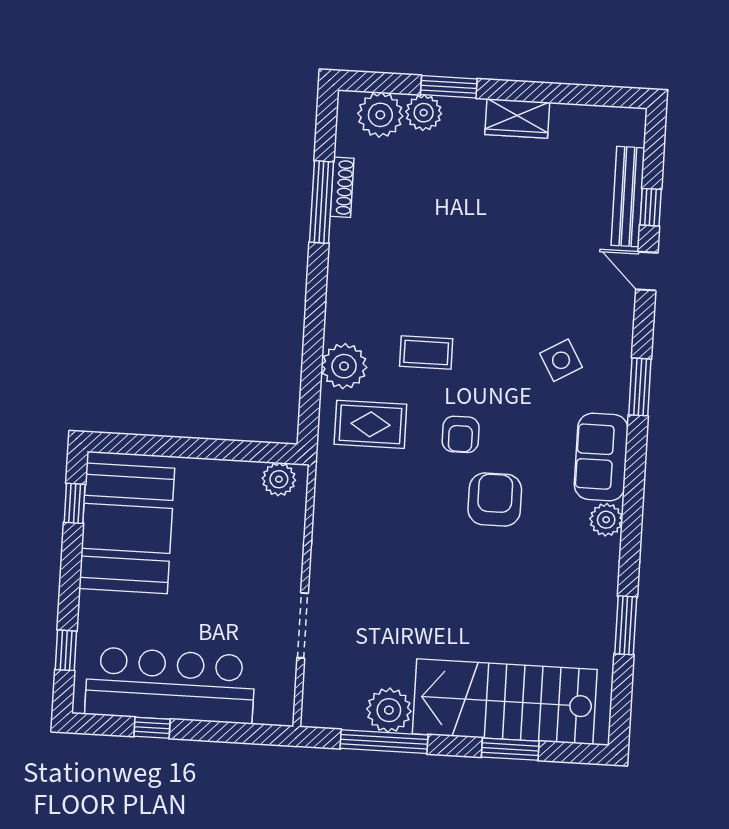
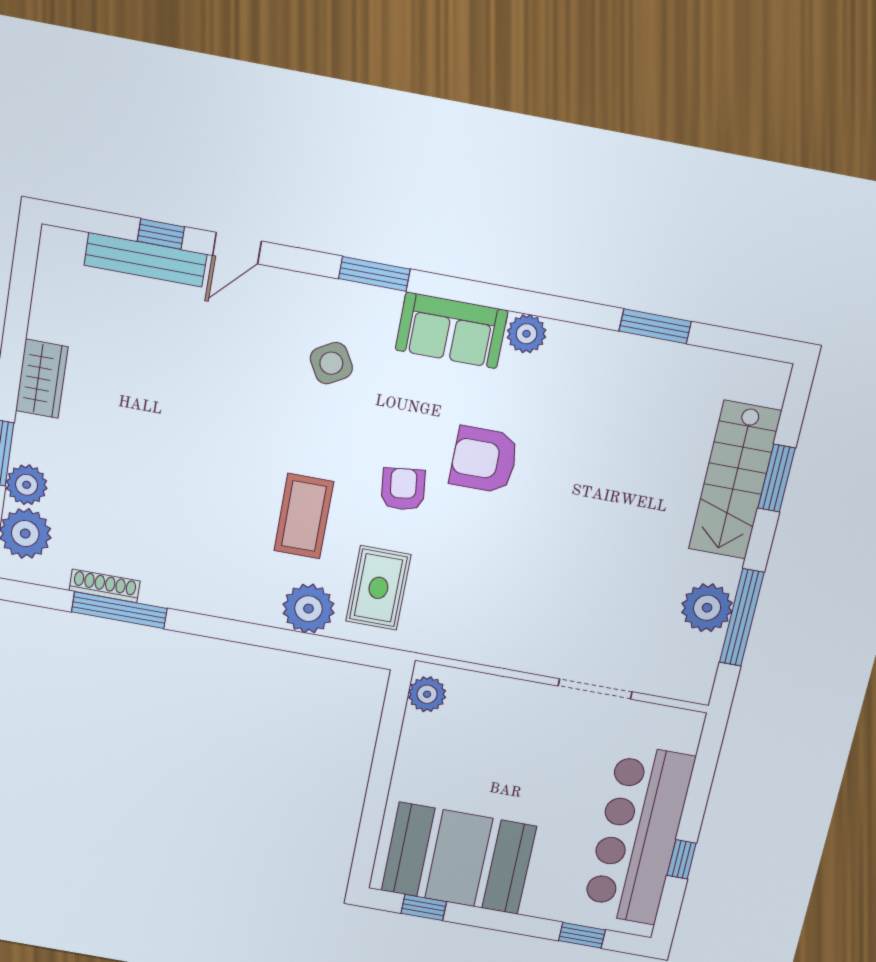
coffee table: (426, 353) -> (304, 516), width x1.36, depth x1.30
armchair: (461, 434) -> (403, 489), turned -97
stairs: (505, 702) -> (735, 480), width x0.73, depth x0.66

